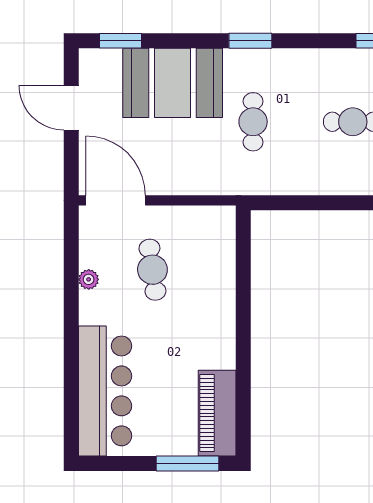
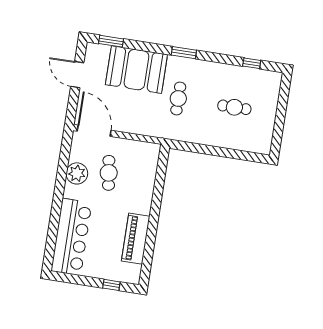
plant: (89, 279) -> (77, 173), width x1.87, depth x1.87
piano: (217, 413) -> (136, 239), moved
window: (187, 463) -> (111, 285), width x0.46

